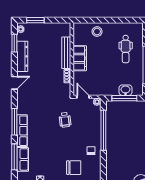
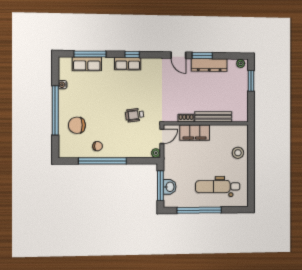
window: (14, 43) -> (202, 56), moved
dental chair: (126, 49) -> (218, 187), width x1.36, depth x1.38
filing cabinet: (80, 58) -> (195, 133), moved
window: (14, 122) -> (132, 55), width x0.46
window: (103, 130) -> (103, 161), moved
row of seats: (22, 131) -> (128, 64), width x0.68
chair: (74, 168) -> (77, 125), turned 90

